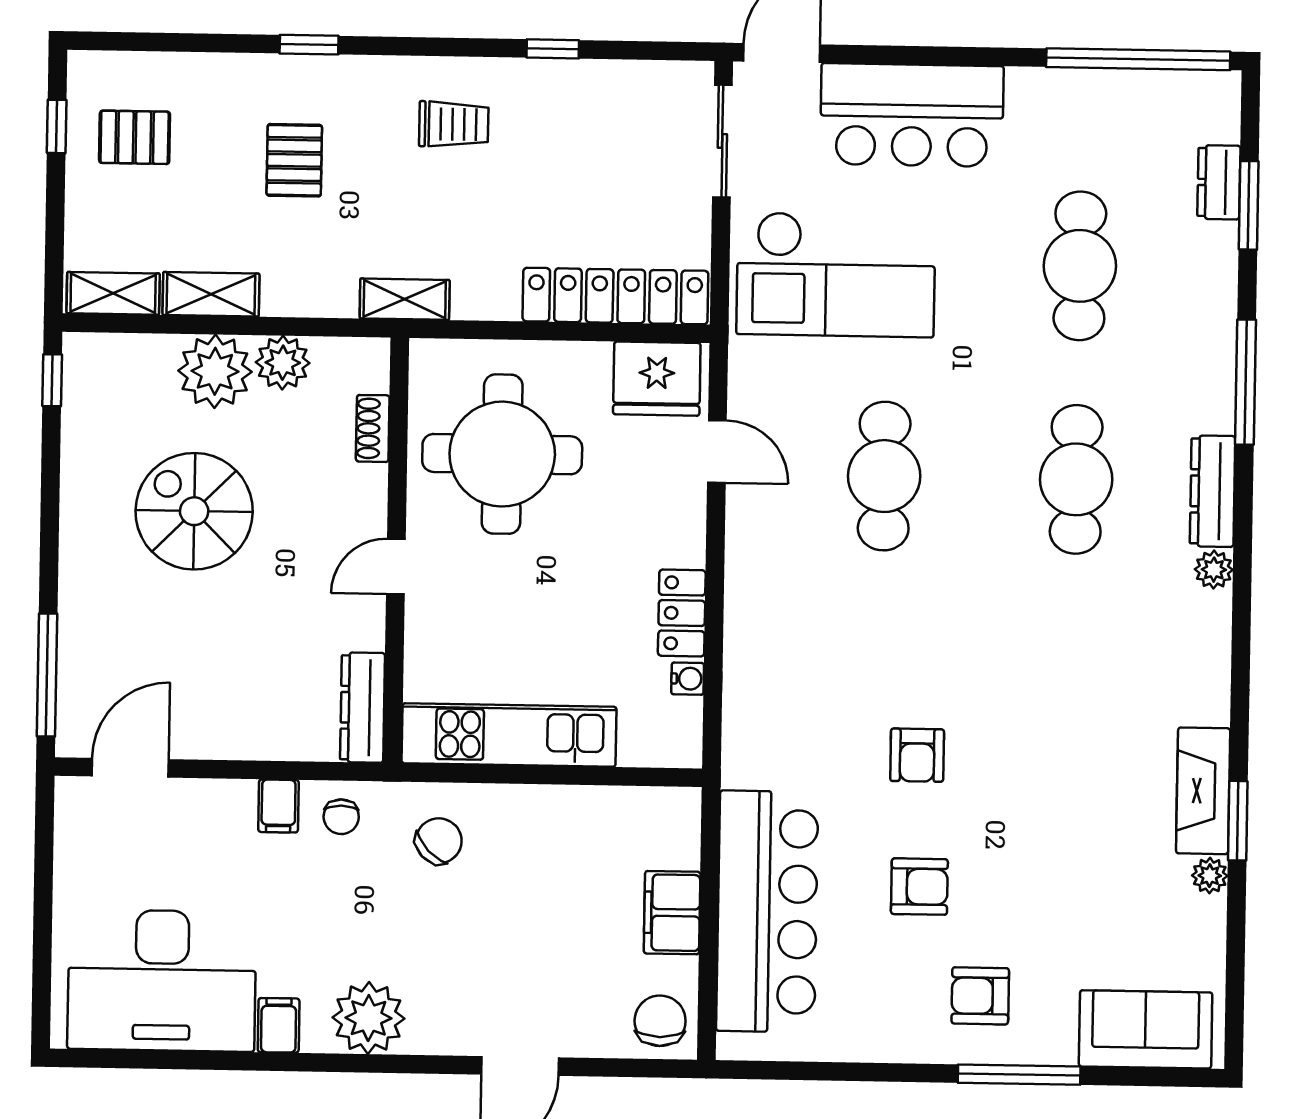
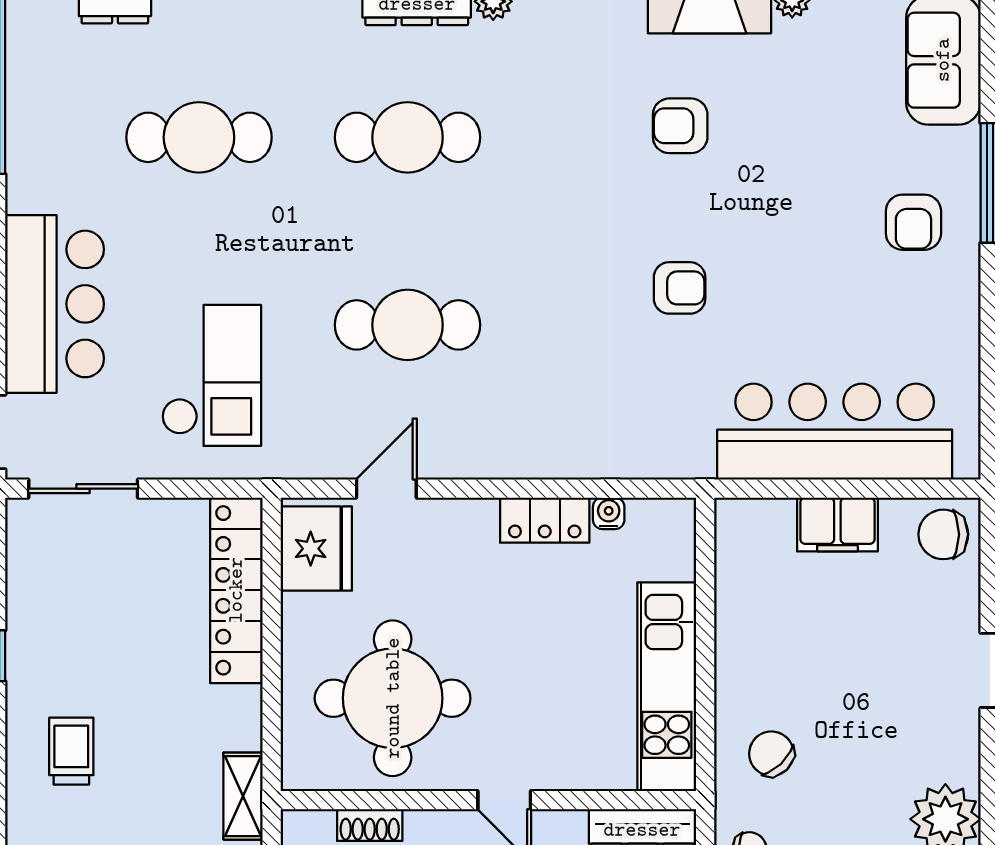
checkout: (836, 274) -> (211, 375), width x0.73, depth x0.83
armchair: (919, 887) -> (680, 126), moved, turned -90

